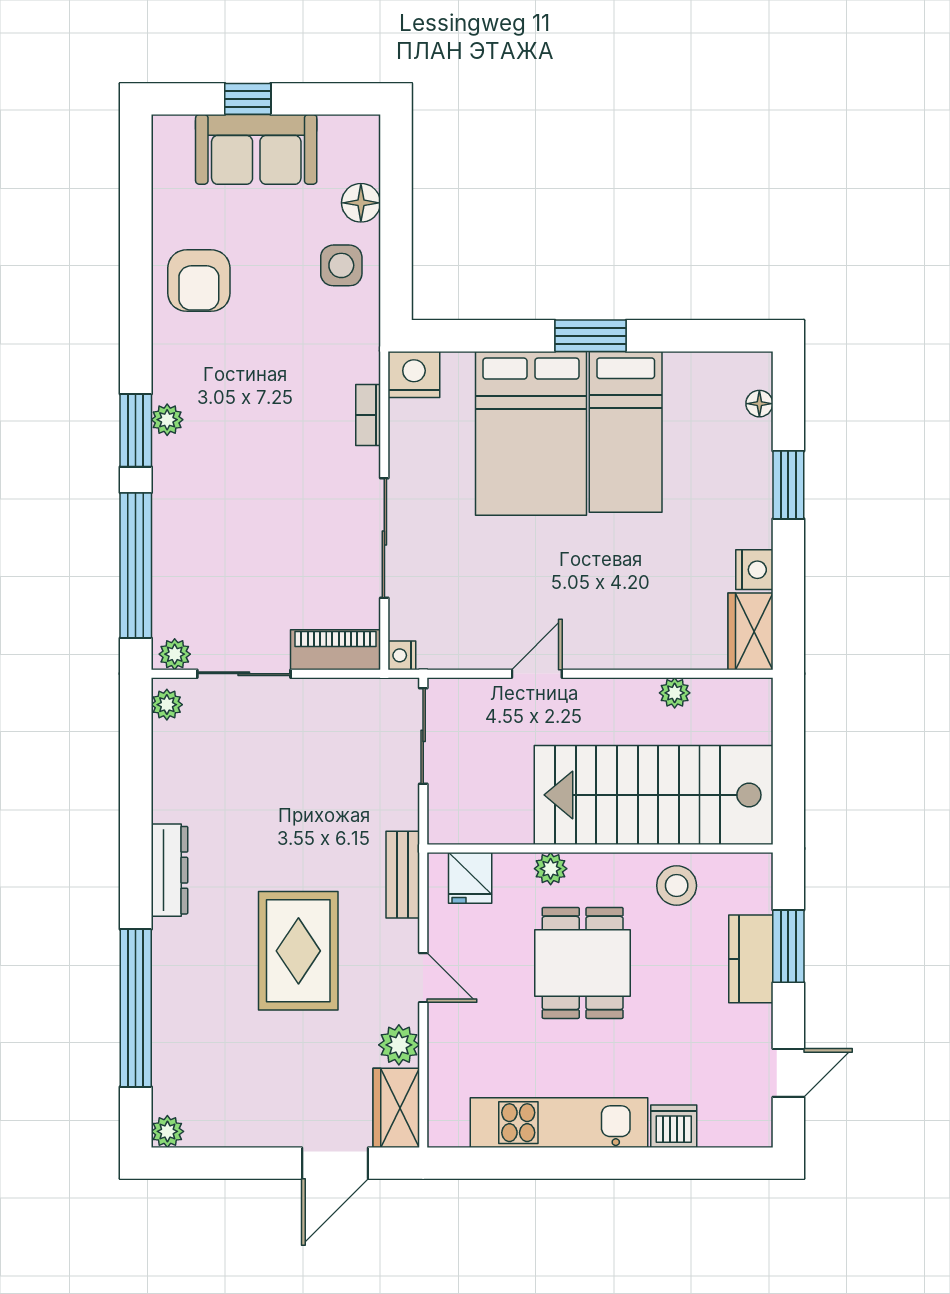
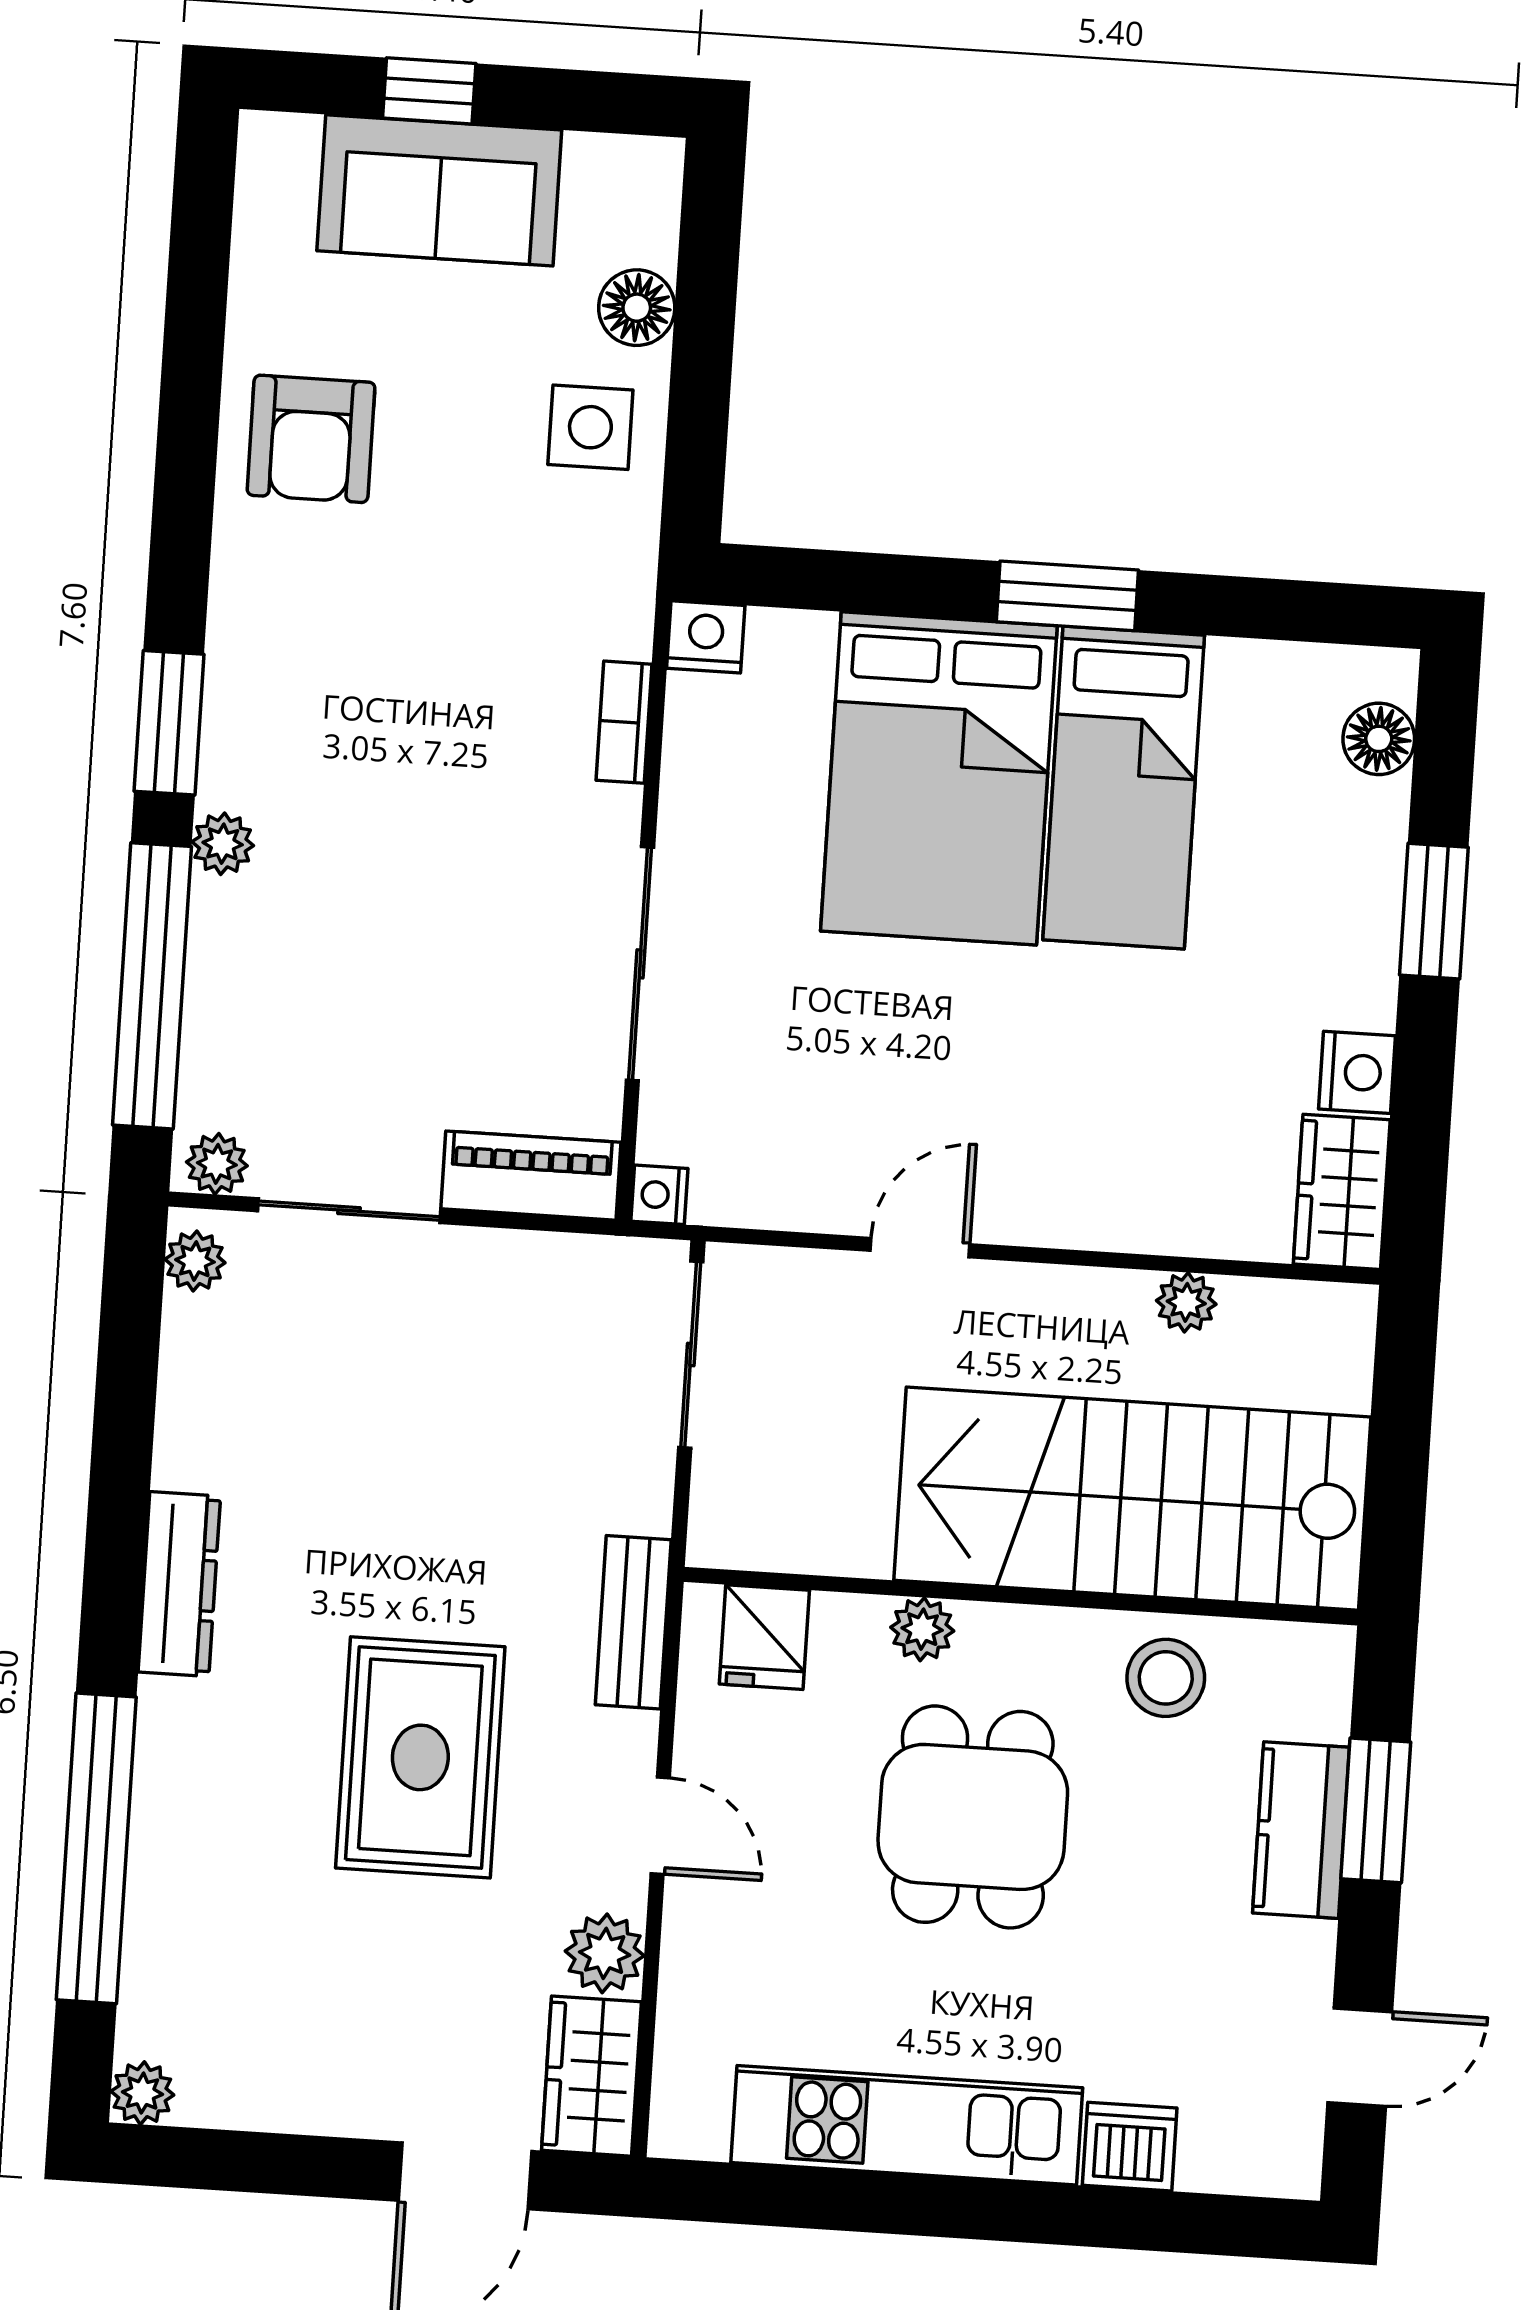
nightstand: (414, 374) -> (706, 637), width x0.74, depth x0.75
floor lamp: (759, 404) -> (1379, 739), width x1.37, depth x1.37
plant: (167, 420) -> (223, 844), moved

